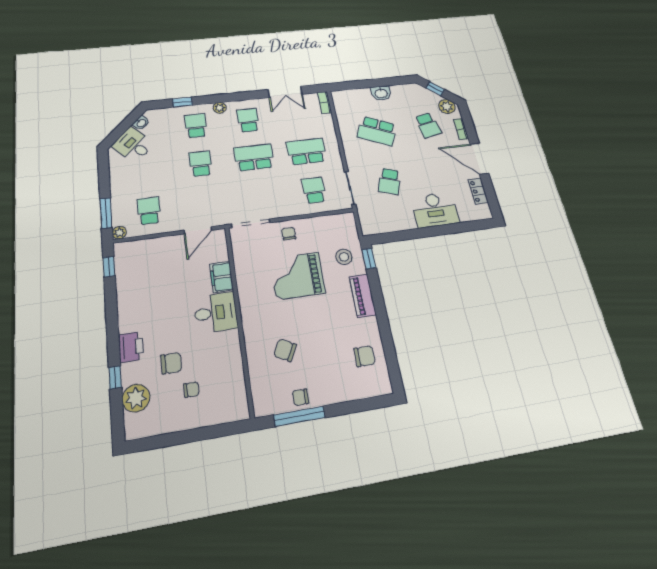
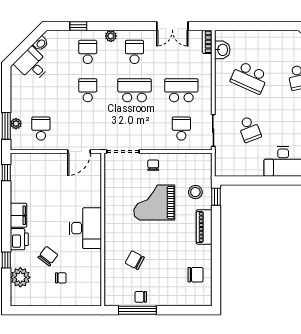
washbasin: (381, 93) -> (222, 50), moved, turned -90
school desk: (389, 181) -> (249, 129), turned -39
plant: (119, 233) -> (16, 124), moved
filing cabinet: (221, 277) -> (19, 215), moved, turned 180
desk: (216, 313) -> (85, 228), width x1.37
chair: (171, 363) -> (48, 256), turned -53

